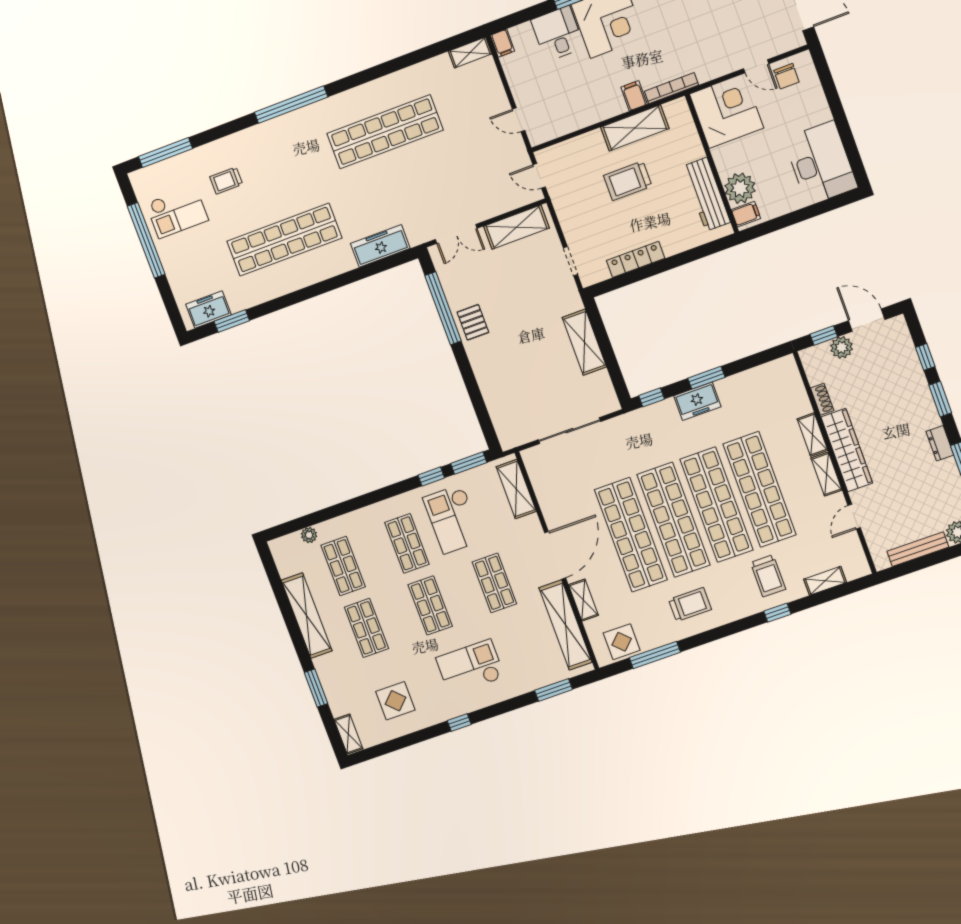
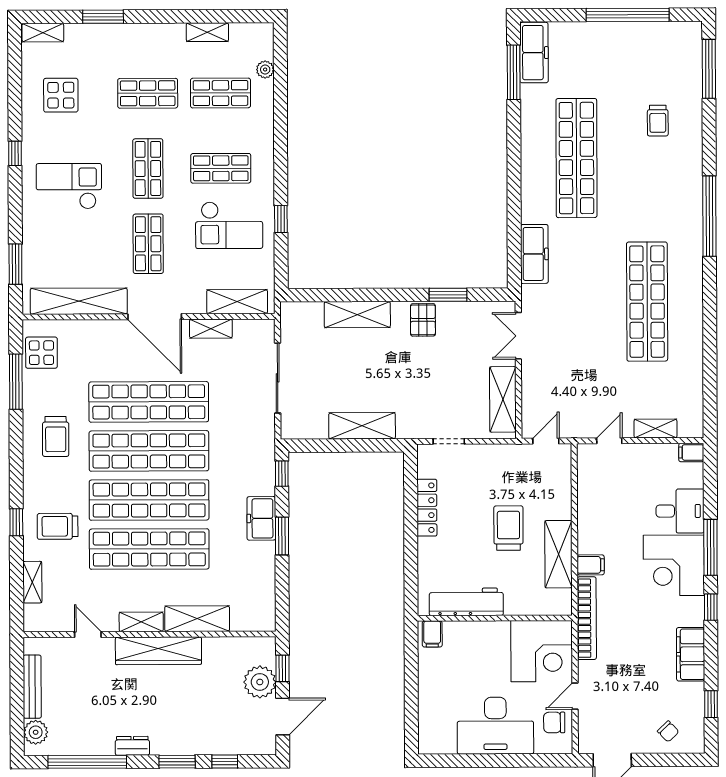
shelving: (470, 52) -> (656, 429), moved, turned 90
bookcase: (671, 88) -> (587, 618), width x1.48, depth x1.31
desk: (821, 163) -> (495, 726), moved
trolley: (226, 181) -> (658, 121), turned 180
plant: (740, 188) -> (460, 637), removed
checkout: (177, 212) -> (645, 58), removed
window: (443, 308) -> (448, 295), width x0.47
freezer: (208, 310) -> (534, 53), width x1.40
window: (232, 321) -> (514, 72), width x1.44
pallet: (473, 322) -> (423, 320), turned 90
plant: (842, 347) -> (260, 682), width x1.36, depth x1.36
shelving: (489, 381) -> (357, 315), added
shoe rack: (822, 399) -> (219, 644), removed
shelving: (812, 435) -> (197, 619), width x1.50, depth x1.33
window: (469, 463) -> (281, 263), removed
checkout: (453, 519) -> (229, 225), turned 180
shop shelf: (494, 583) -> (148, 244), turned 90
shelving: (583, 600) -> (211, 329), moved
shop shelf: (430, 605) -> (148, 169), turned 90
shelving: (307, 616) -> (207, 32), width x0.45, depth x0.75
checkout: (470, 667) -> (69, 186), turned -90

